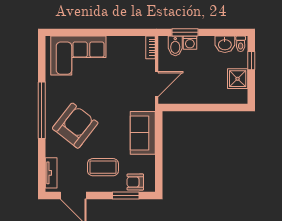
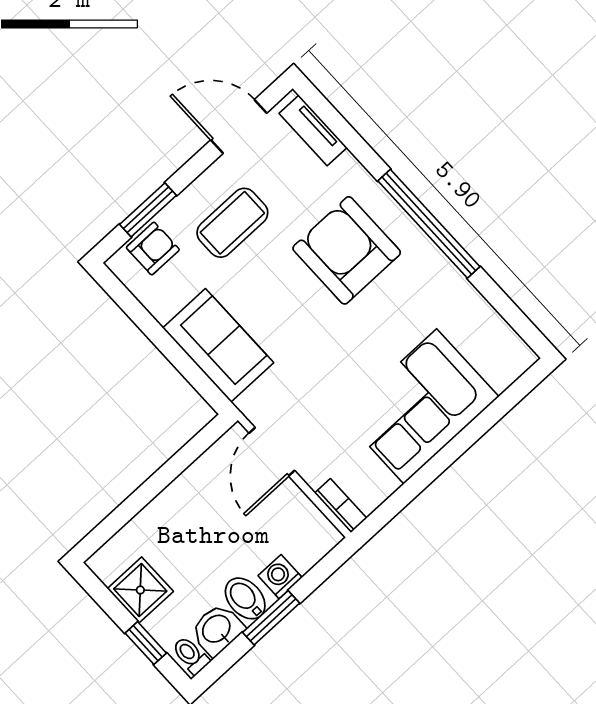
window: (185, 32) -> (271, 618), moved
bidet: (175, 46) -> (245, 598), moved
corner sofa: (78, 56) -> (420, 406), moved
armchair: (75, 126) -> (347, 250), turned 142

